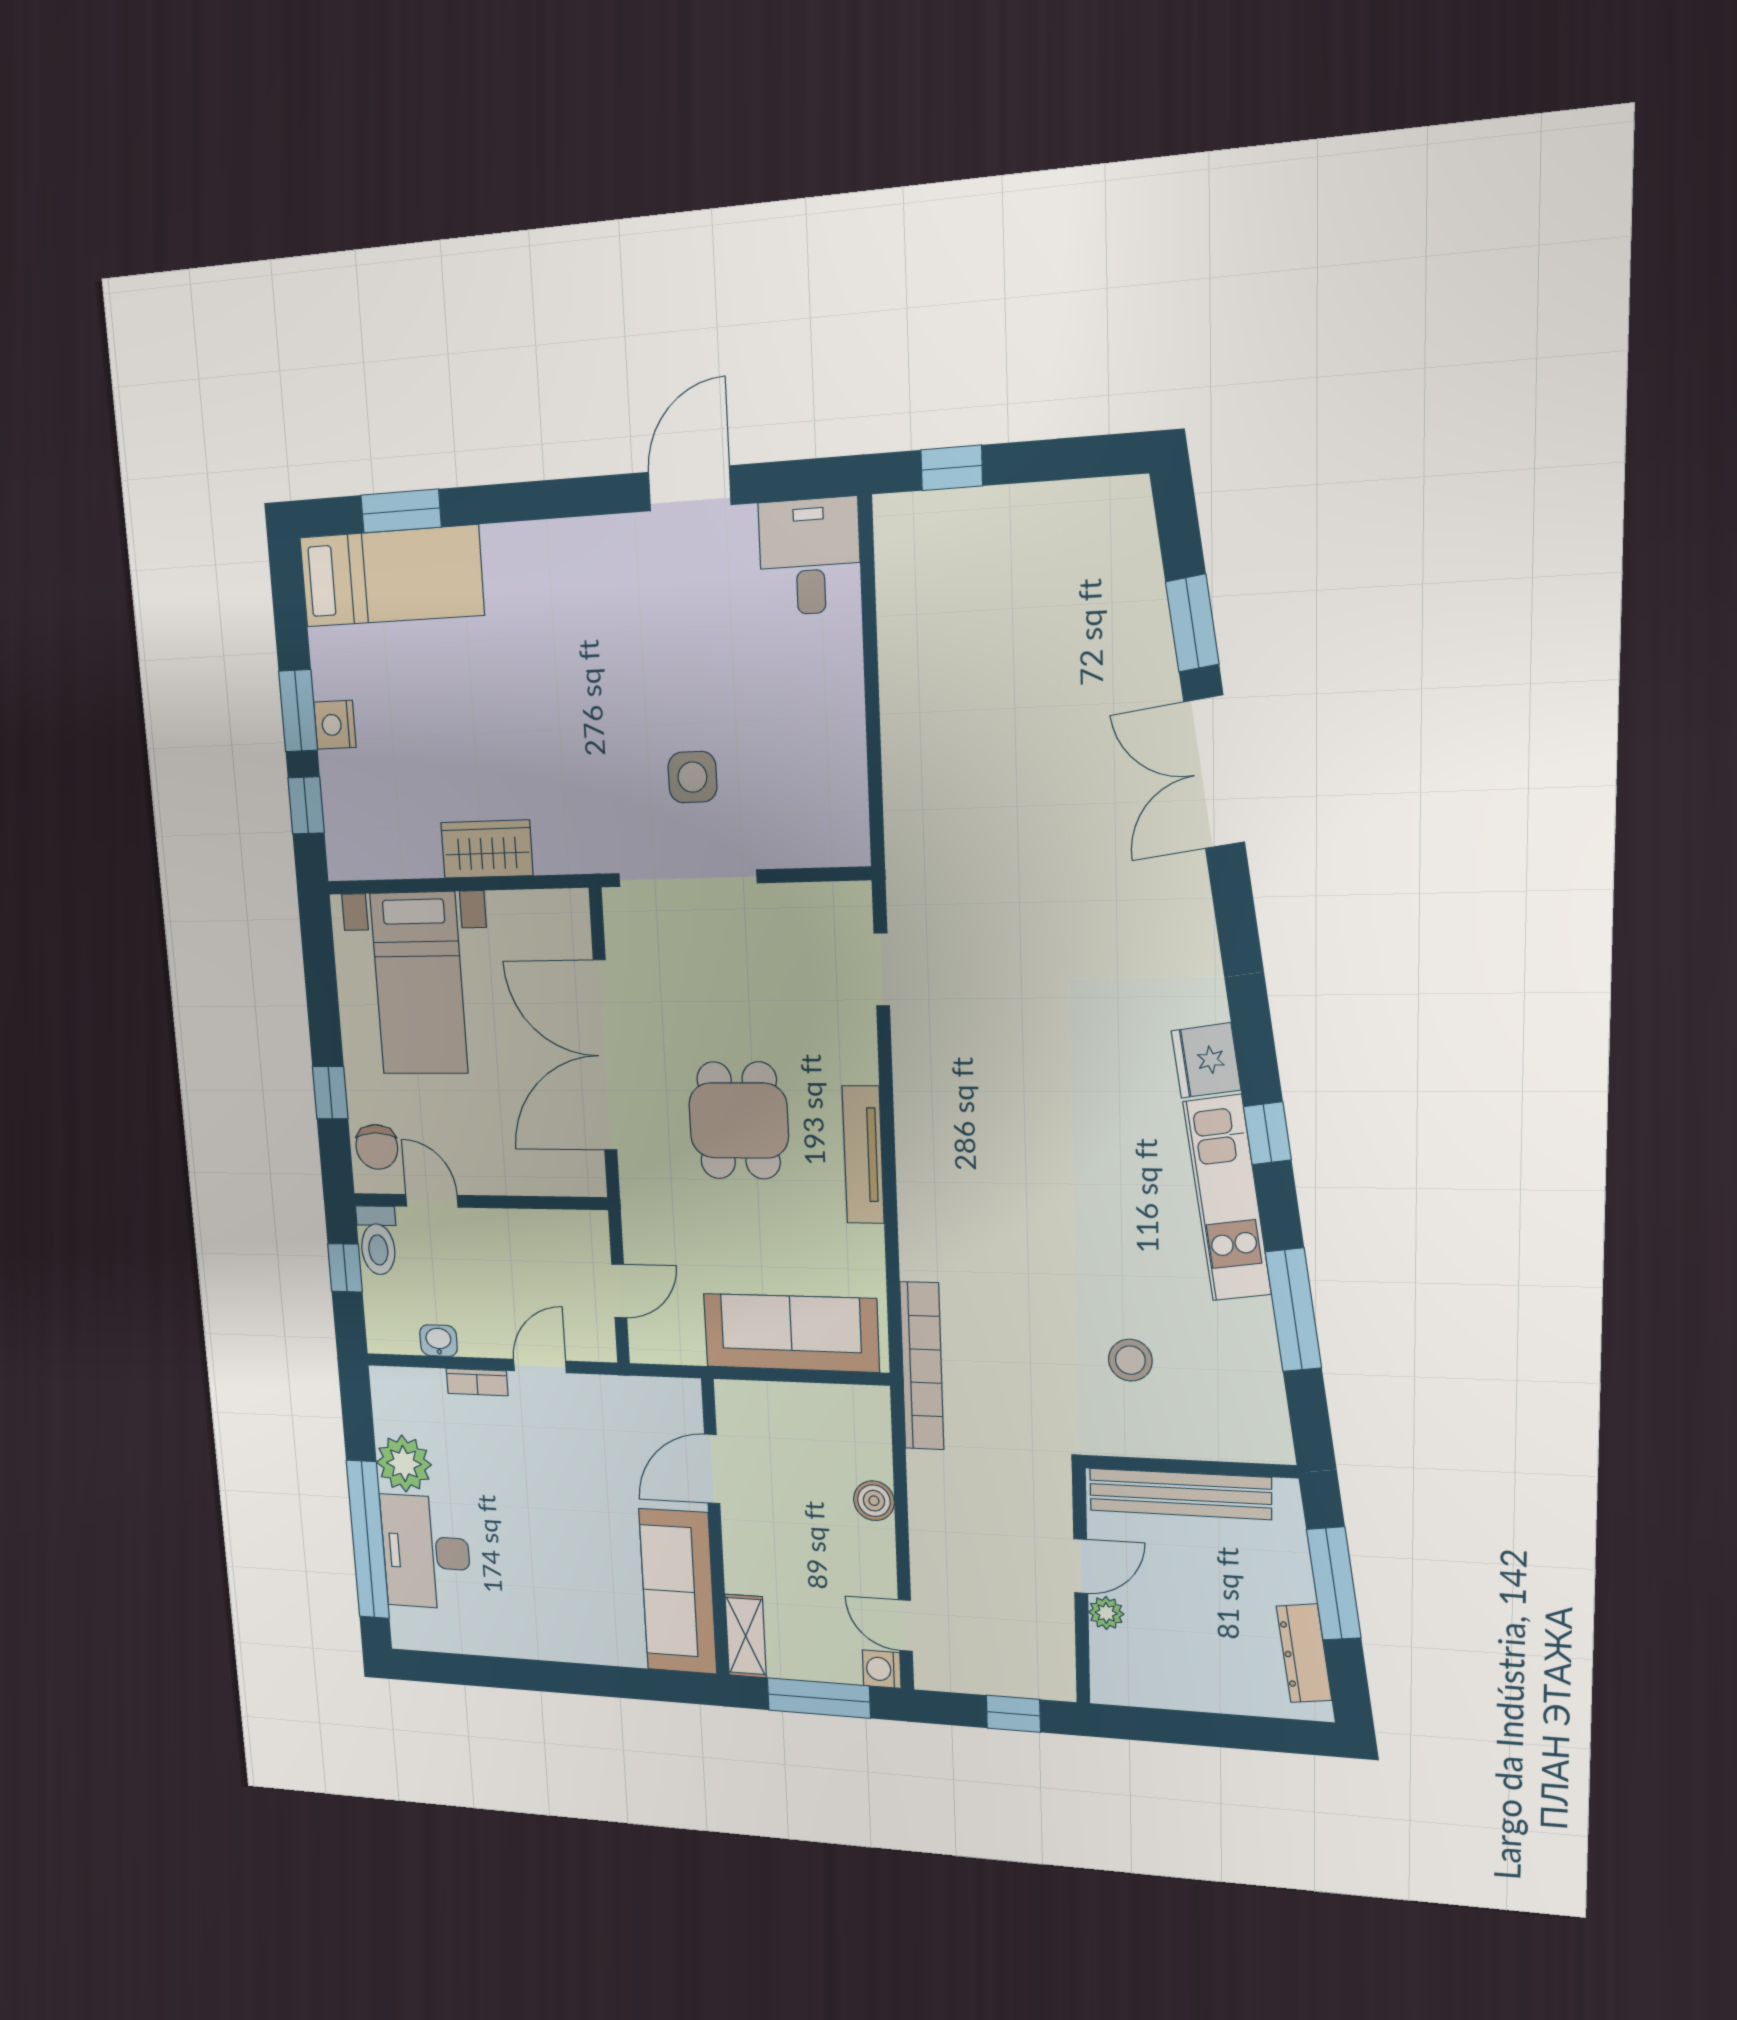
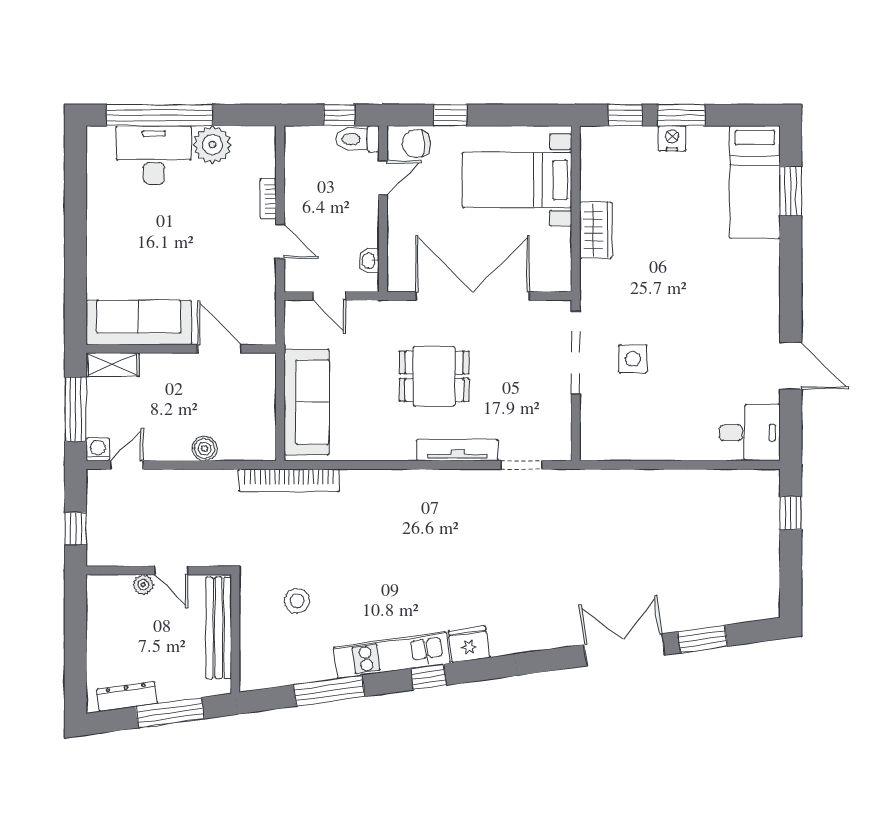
tv unit: (863, 1155) -> (457, 450), moved
washbasin: (439, 1341) -> (369, 261), moved, turned 180

